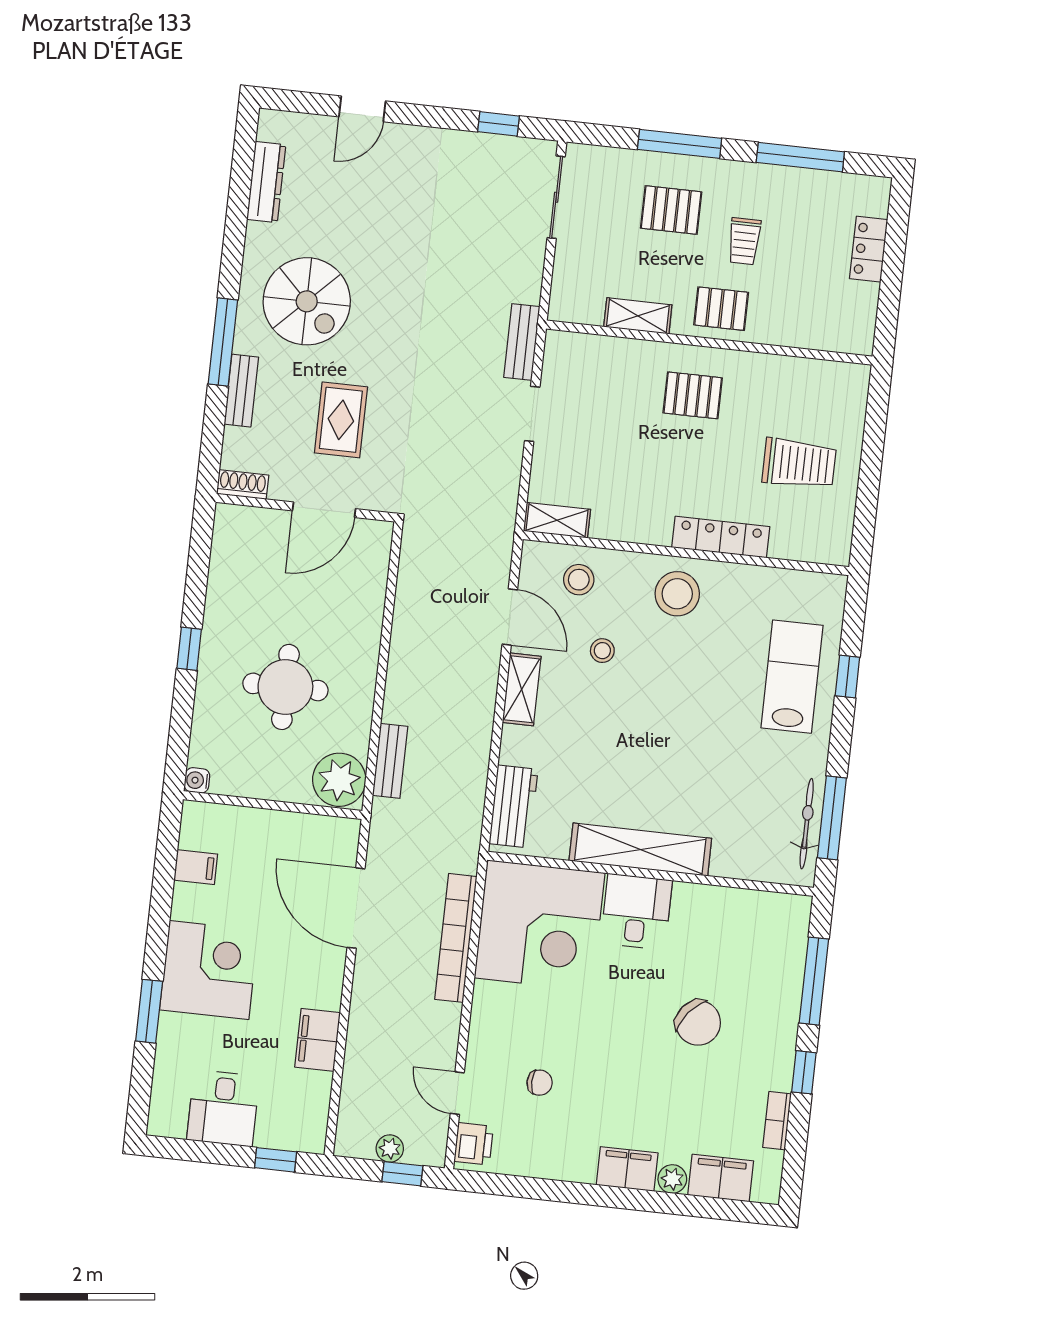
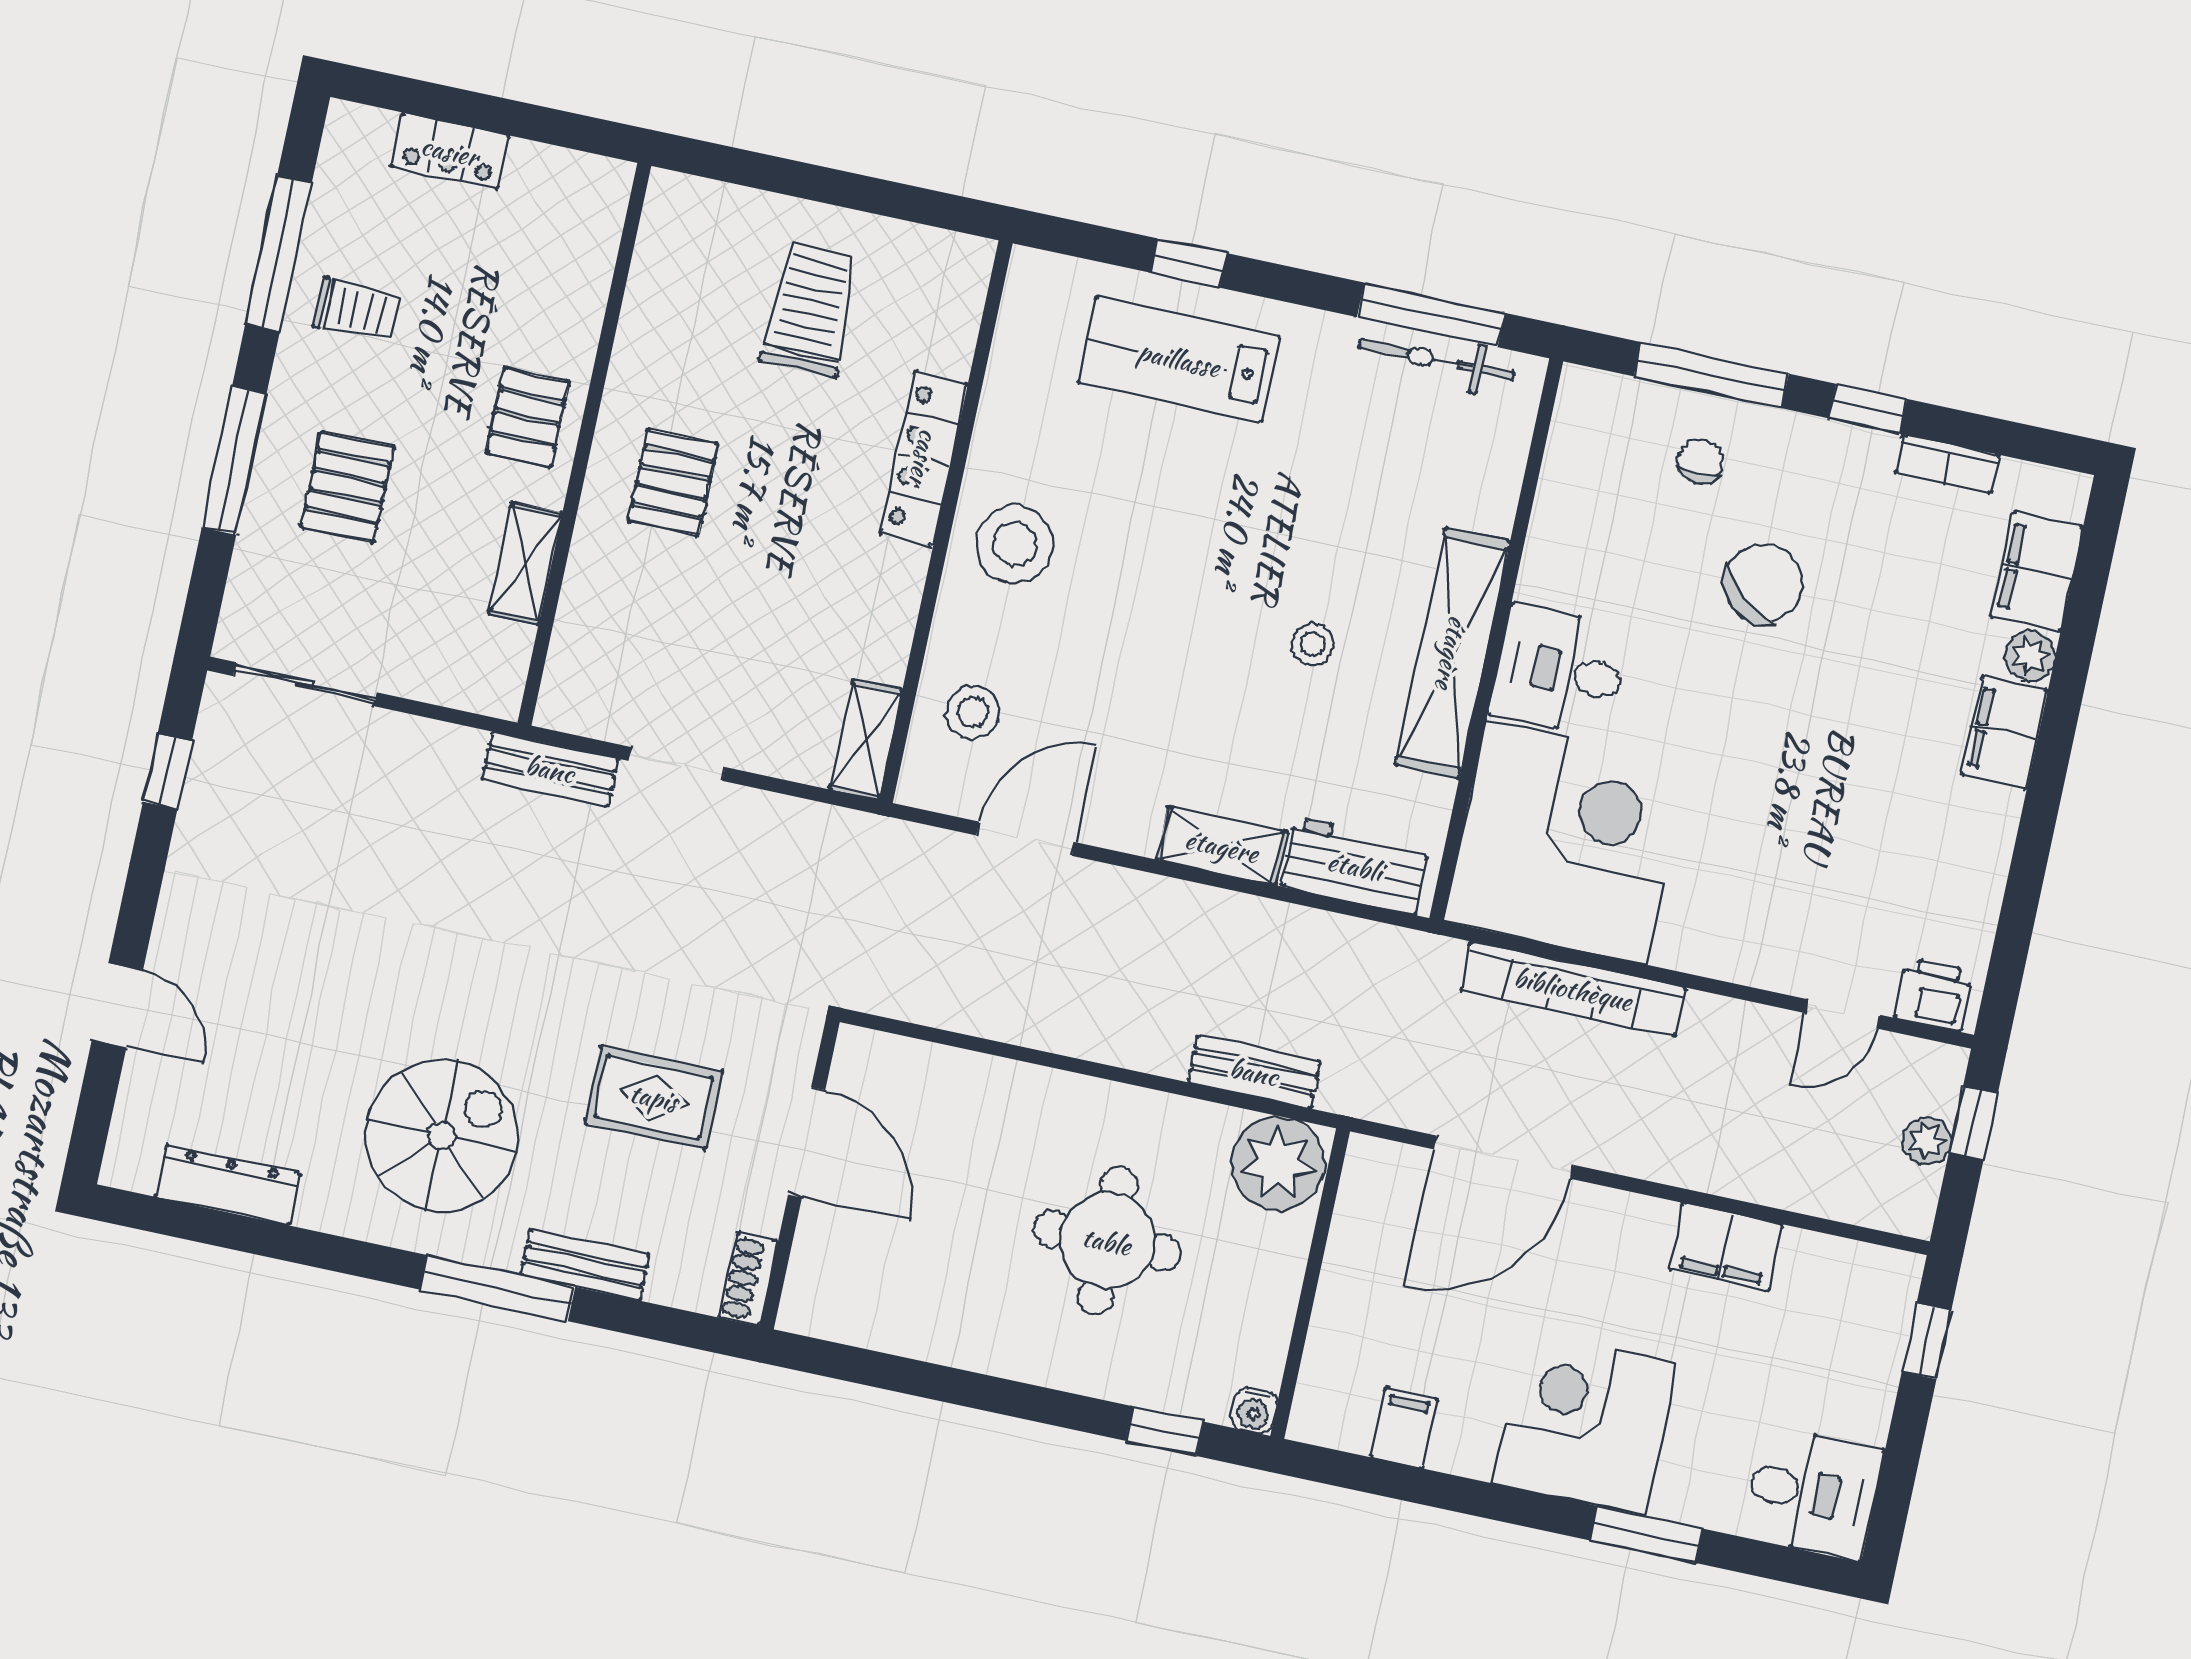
trolley: (744, 241) -> (356, 310), moved
window: (189, 649) -> (1165, 1431), moved
stool: (602, 651) -> (1312, 644), moved
shelving: (522, 689) -> (1222, 846), moved
chair: (540, 1083) -> (1700, 461), moved
desk: (223, 1108) -> (1812, 1493), moved

